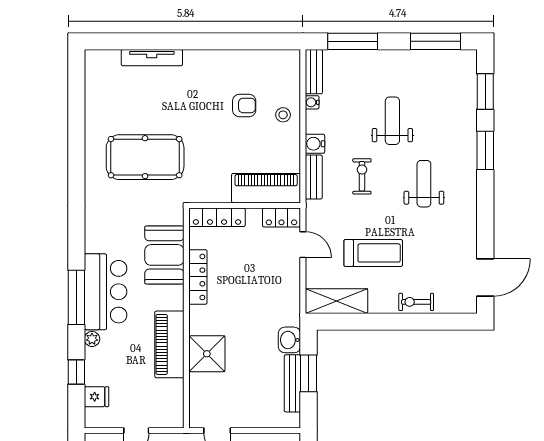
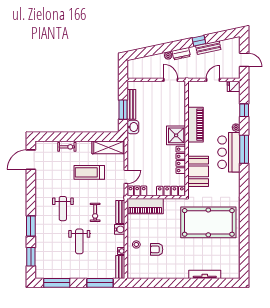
pool table: (145, 157) -> (208, 222), width x1.36, depth x1.32
door: (303, 245) -> (126, 177), swing flipped
shower: (207, 354) -> (176, 135), moved
fridge: (96, 397) -> (234, 86), moved

